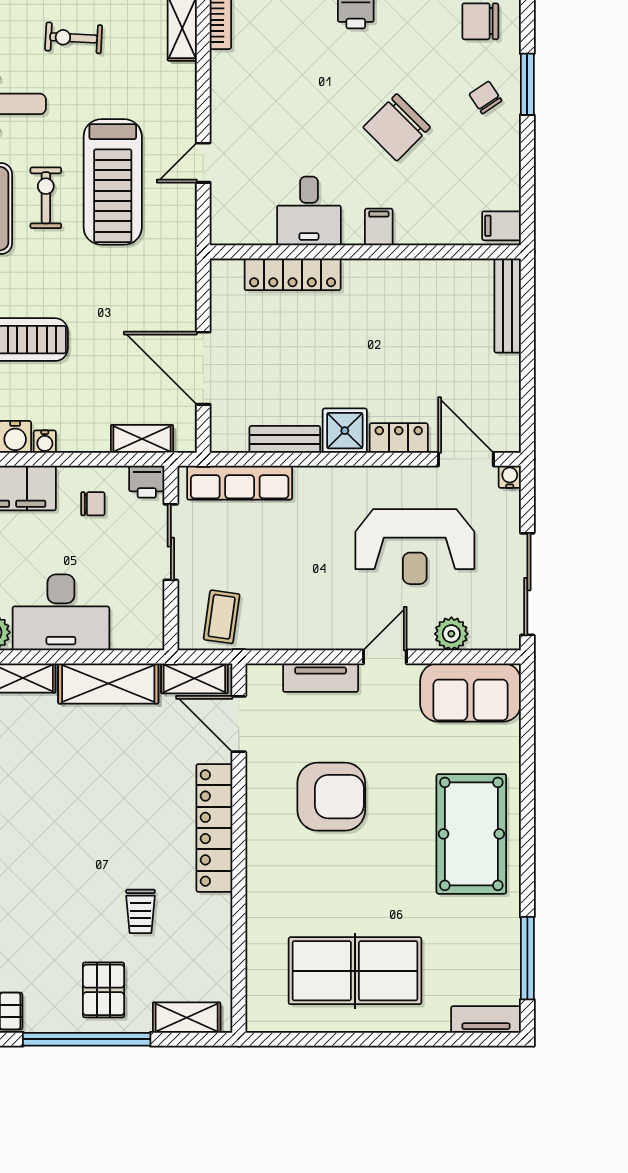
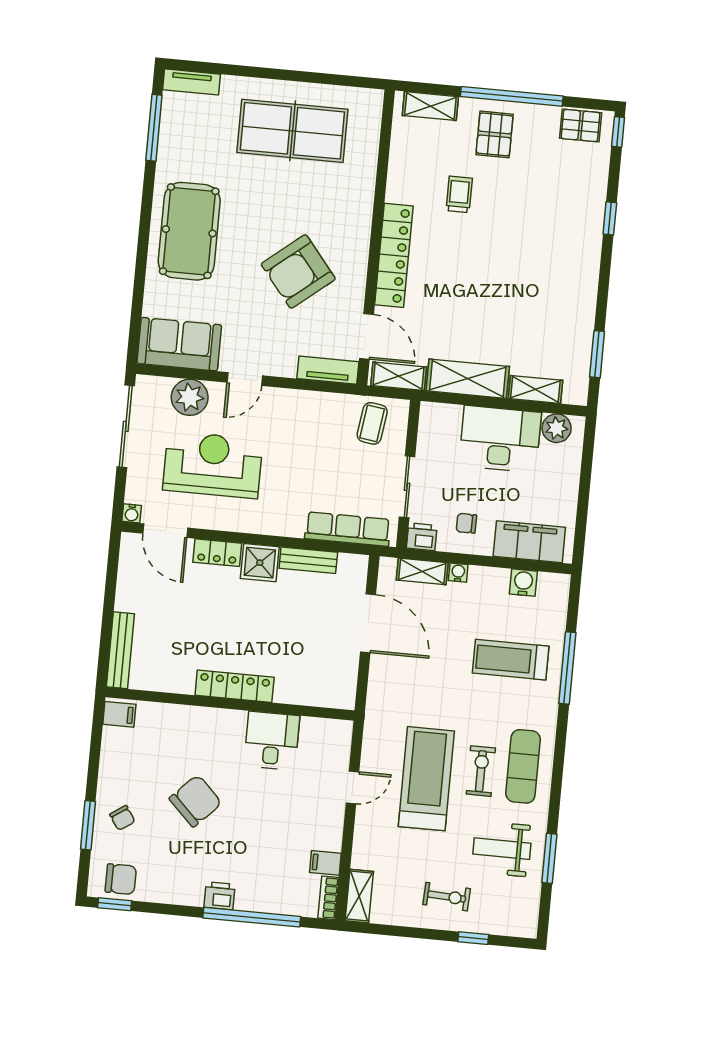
exercise bike: (46, 198) -> (481, 771), turned 180
filing cabinet: (379, 227) -> (325, 863), moved, turned 90
locker: (293, 274) -> (235, 686), moved
water cooler: (45, 442) -> (458, 573), moved
plant: (451, 634) -> (190, 397), width x1.36, depth x1.36
tv unit: (321, 678) -> (328, 370), moved
armchair: (331, 797) -> (298, 271), turned -39

